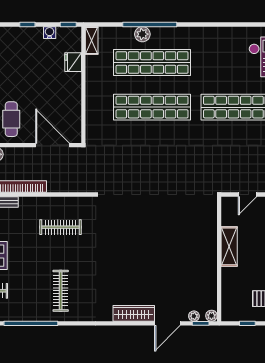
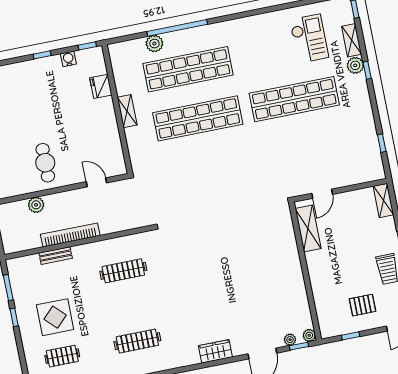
plant: (142, 34) -> (154, 44), moved
shelving: (92, 40) -> (127, 111), moved
door: (53, 145) -> (96, 182), width x0.53
shelving: (229, 246) -> (308, 228), moved
clothes rail: (61, 291) -> (137, 341), turned 90
wardrobe: (134, 313) -> (215, 351), width x0.67

